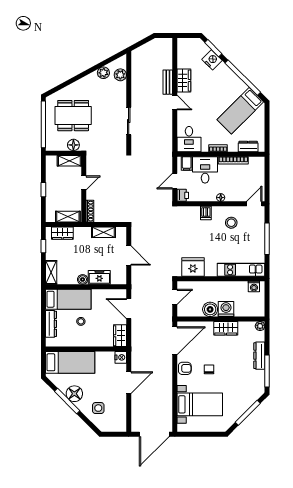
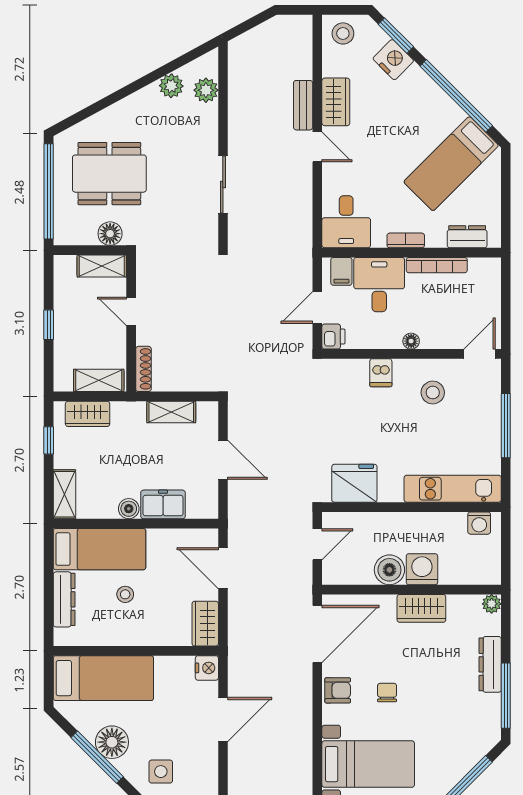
stool: (187, 47) -> (343, 33), added
door: (84, 183) -> (131, 311), swing flipped

